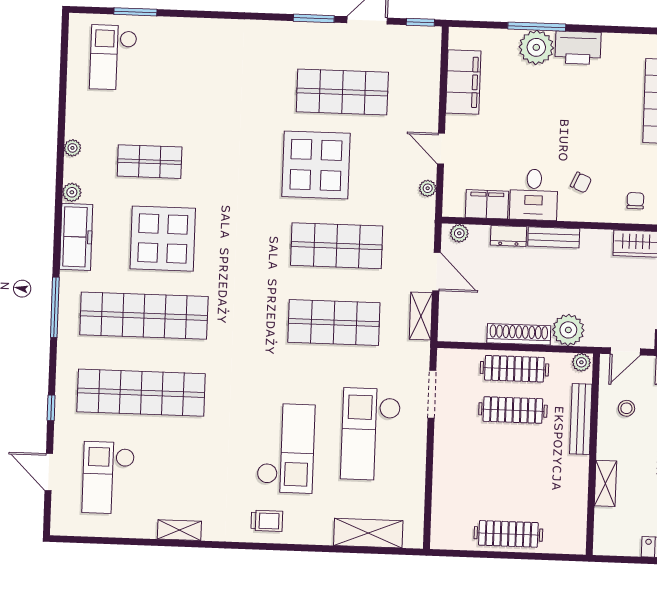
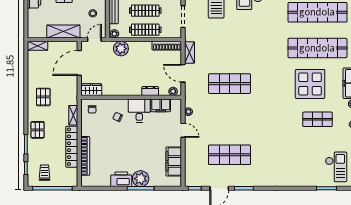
display table: (316, 165) -> (240, 121), removed
bench: (554, 237) -> (129, 91), removed
shop shelf: (334, 323) -> (230, 48), removed
shoe rack: (519, 334) -> (167, 46), moved

